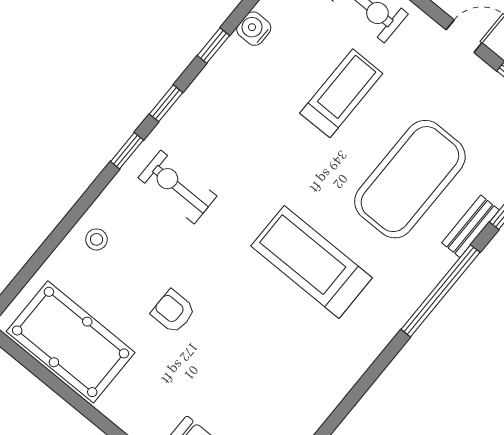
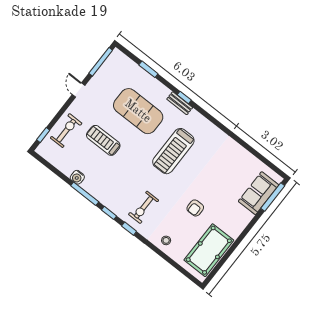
window: (213, 46) -> (85, 194), width x2.17
bench: (470, 226) -> (180, 103), moved
window: (440, 291) -> (184, 97), width x0.32

